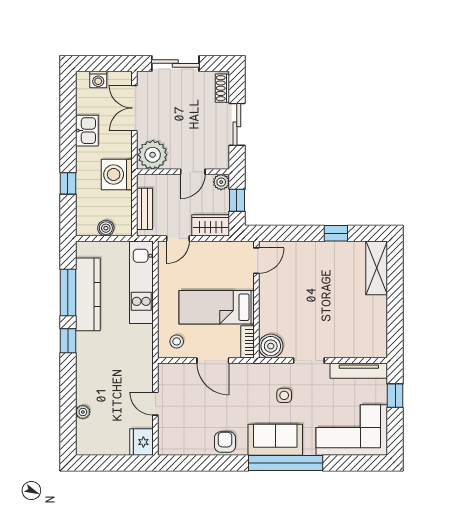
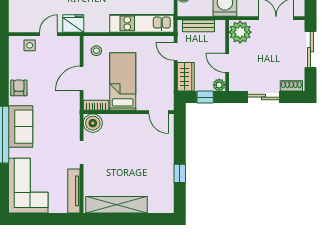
shelving: (377, 268) -> (116, 205), moved, width x1.47
side table: (284, 395) -> (30, 45), moved
window: (395, 396) -> (55, 219), removed
fridge: (141, 442) -> (73, 24), moved
armchair: (225, 442) -> (19, 88), turned -90

